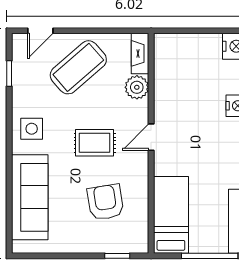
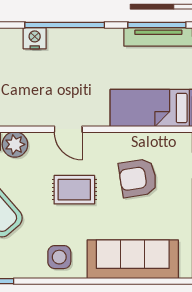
rug: (95, 143) -> (74, 190), turned 90

